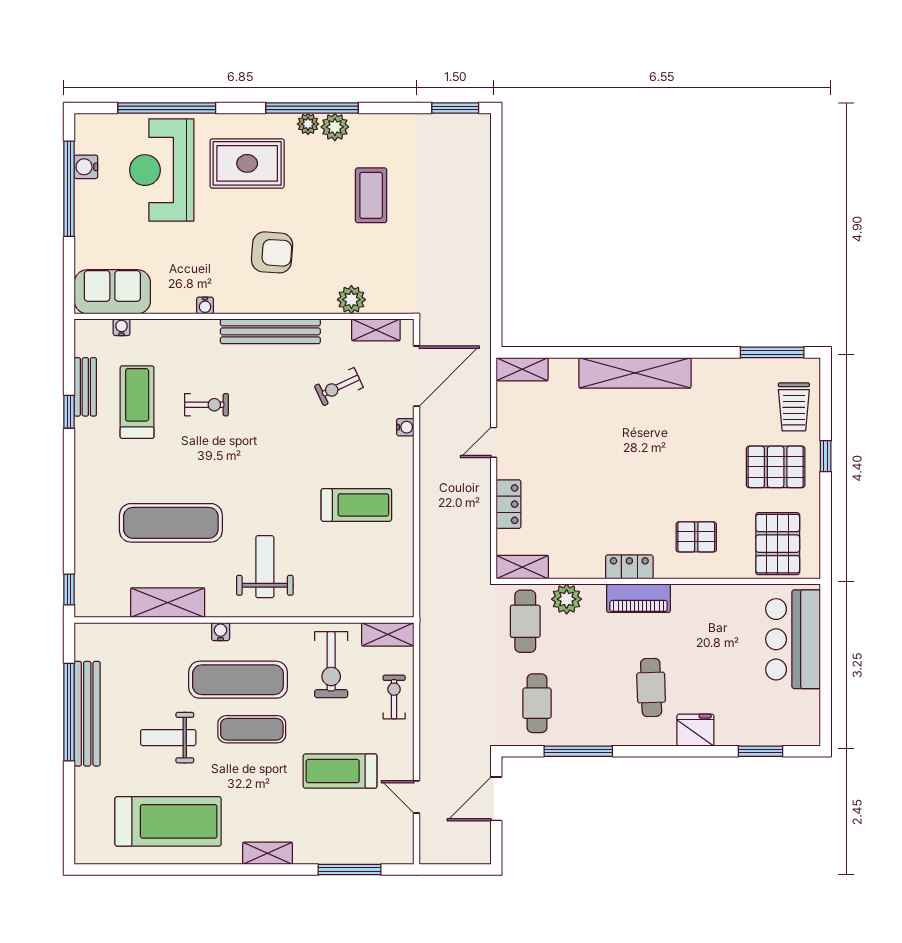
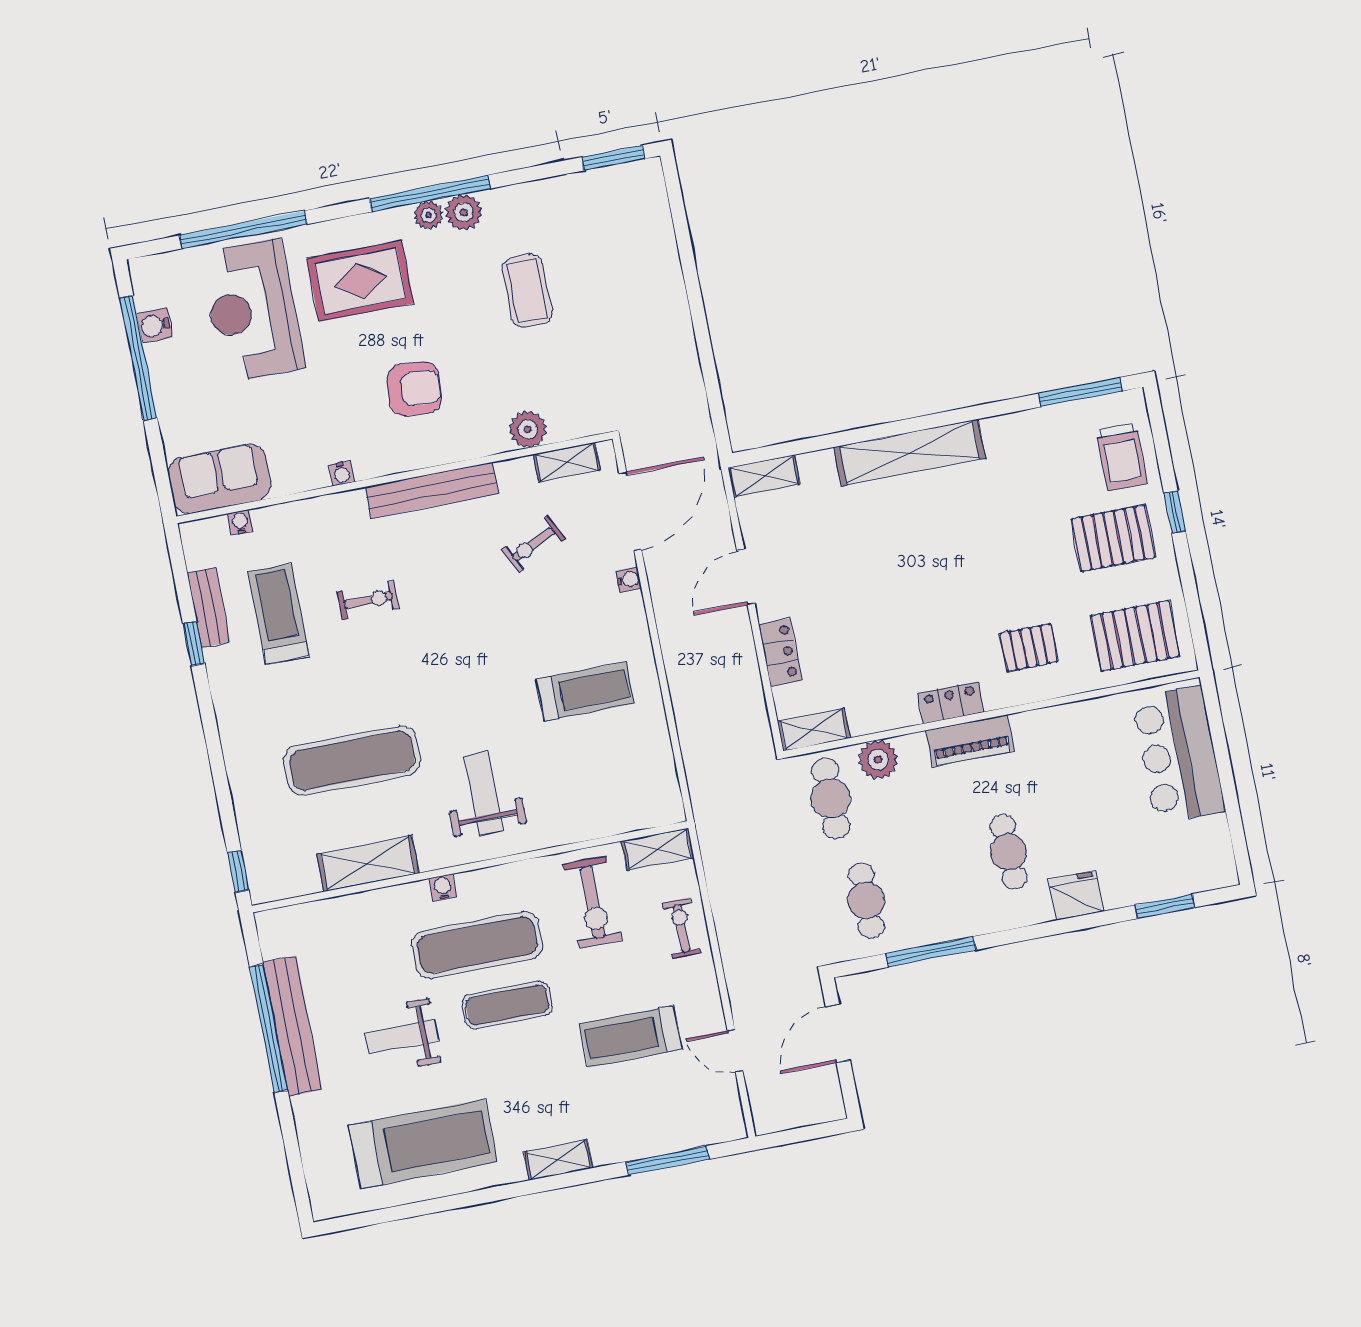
door: (494, 442) -> (746, 577), width x1.38
pallet: (778, 544) -> (1135, 636), turned 90

